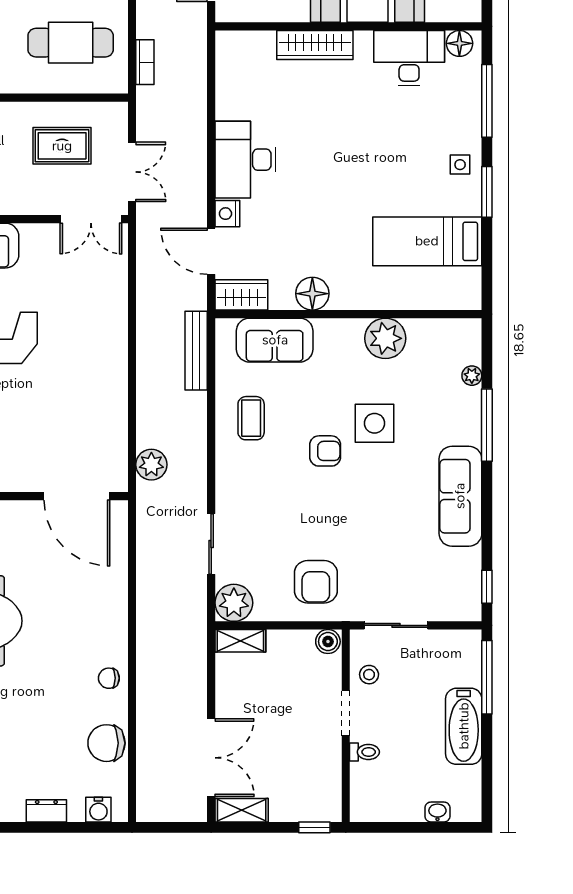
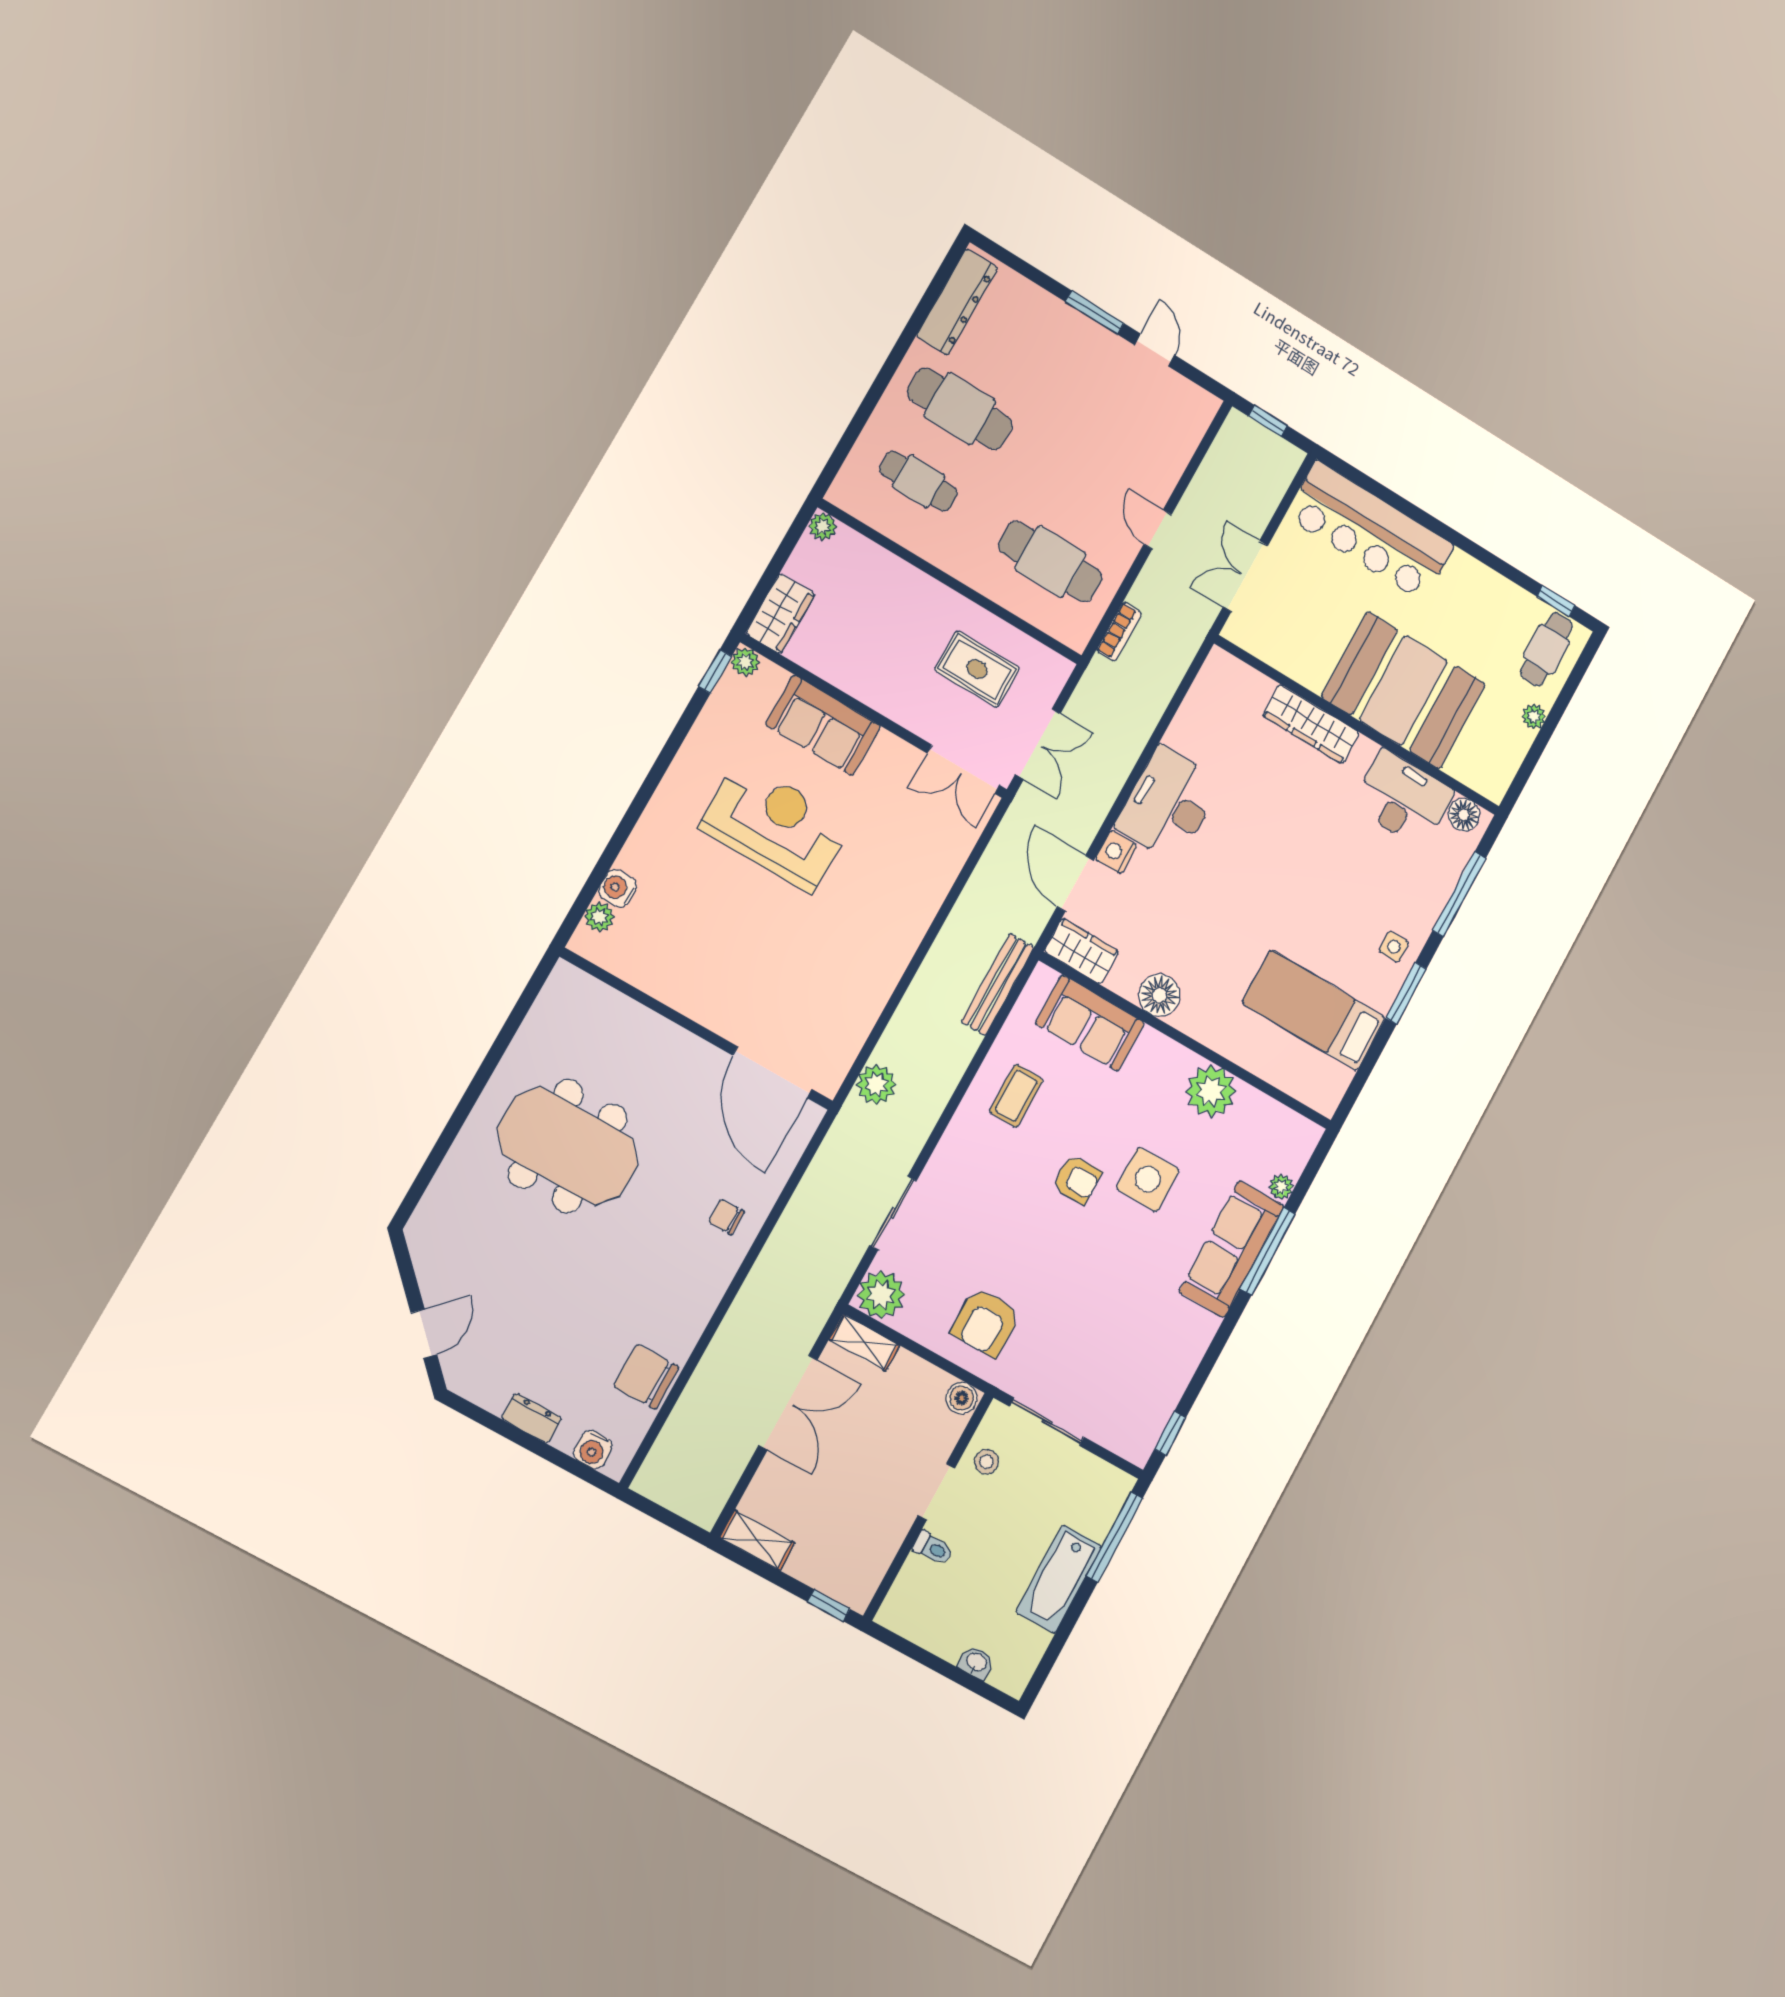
sofa: (460, 496) -> (1232, 1249), moved
chair: (109, 678) -> (726, 1217), moved
double door: (211, 758) -> (788, 1403), moved

